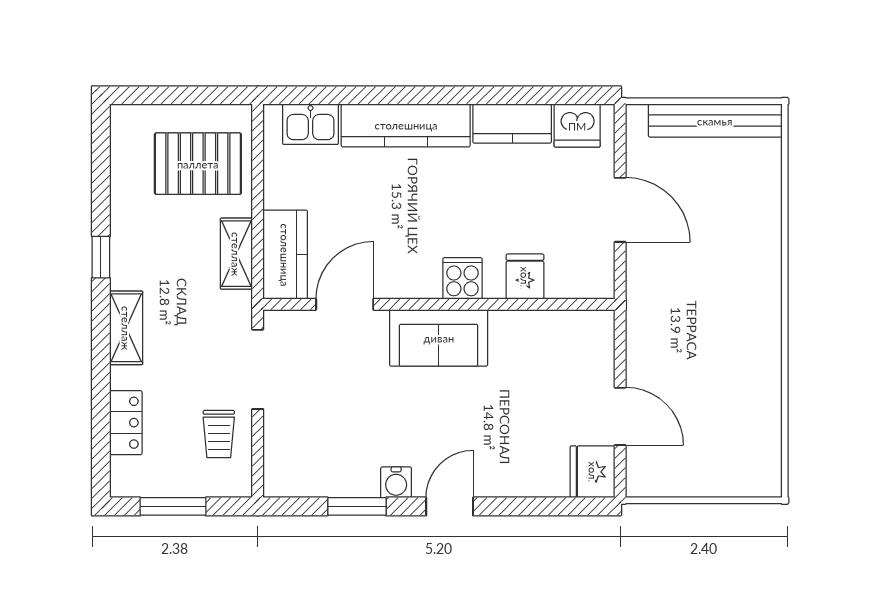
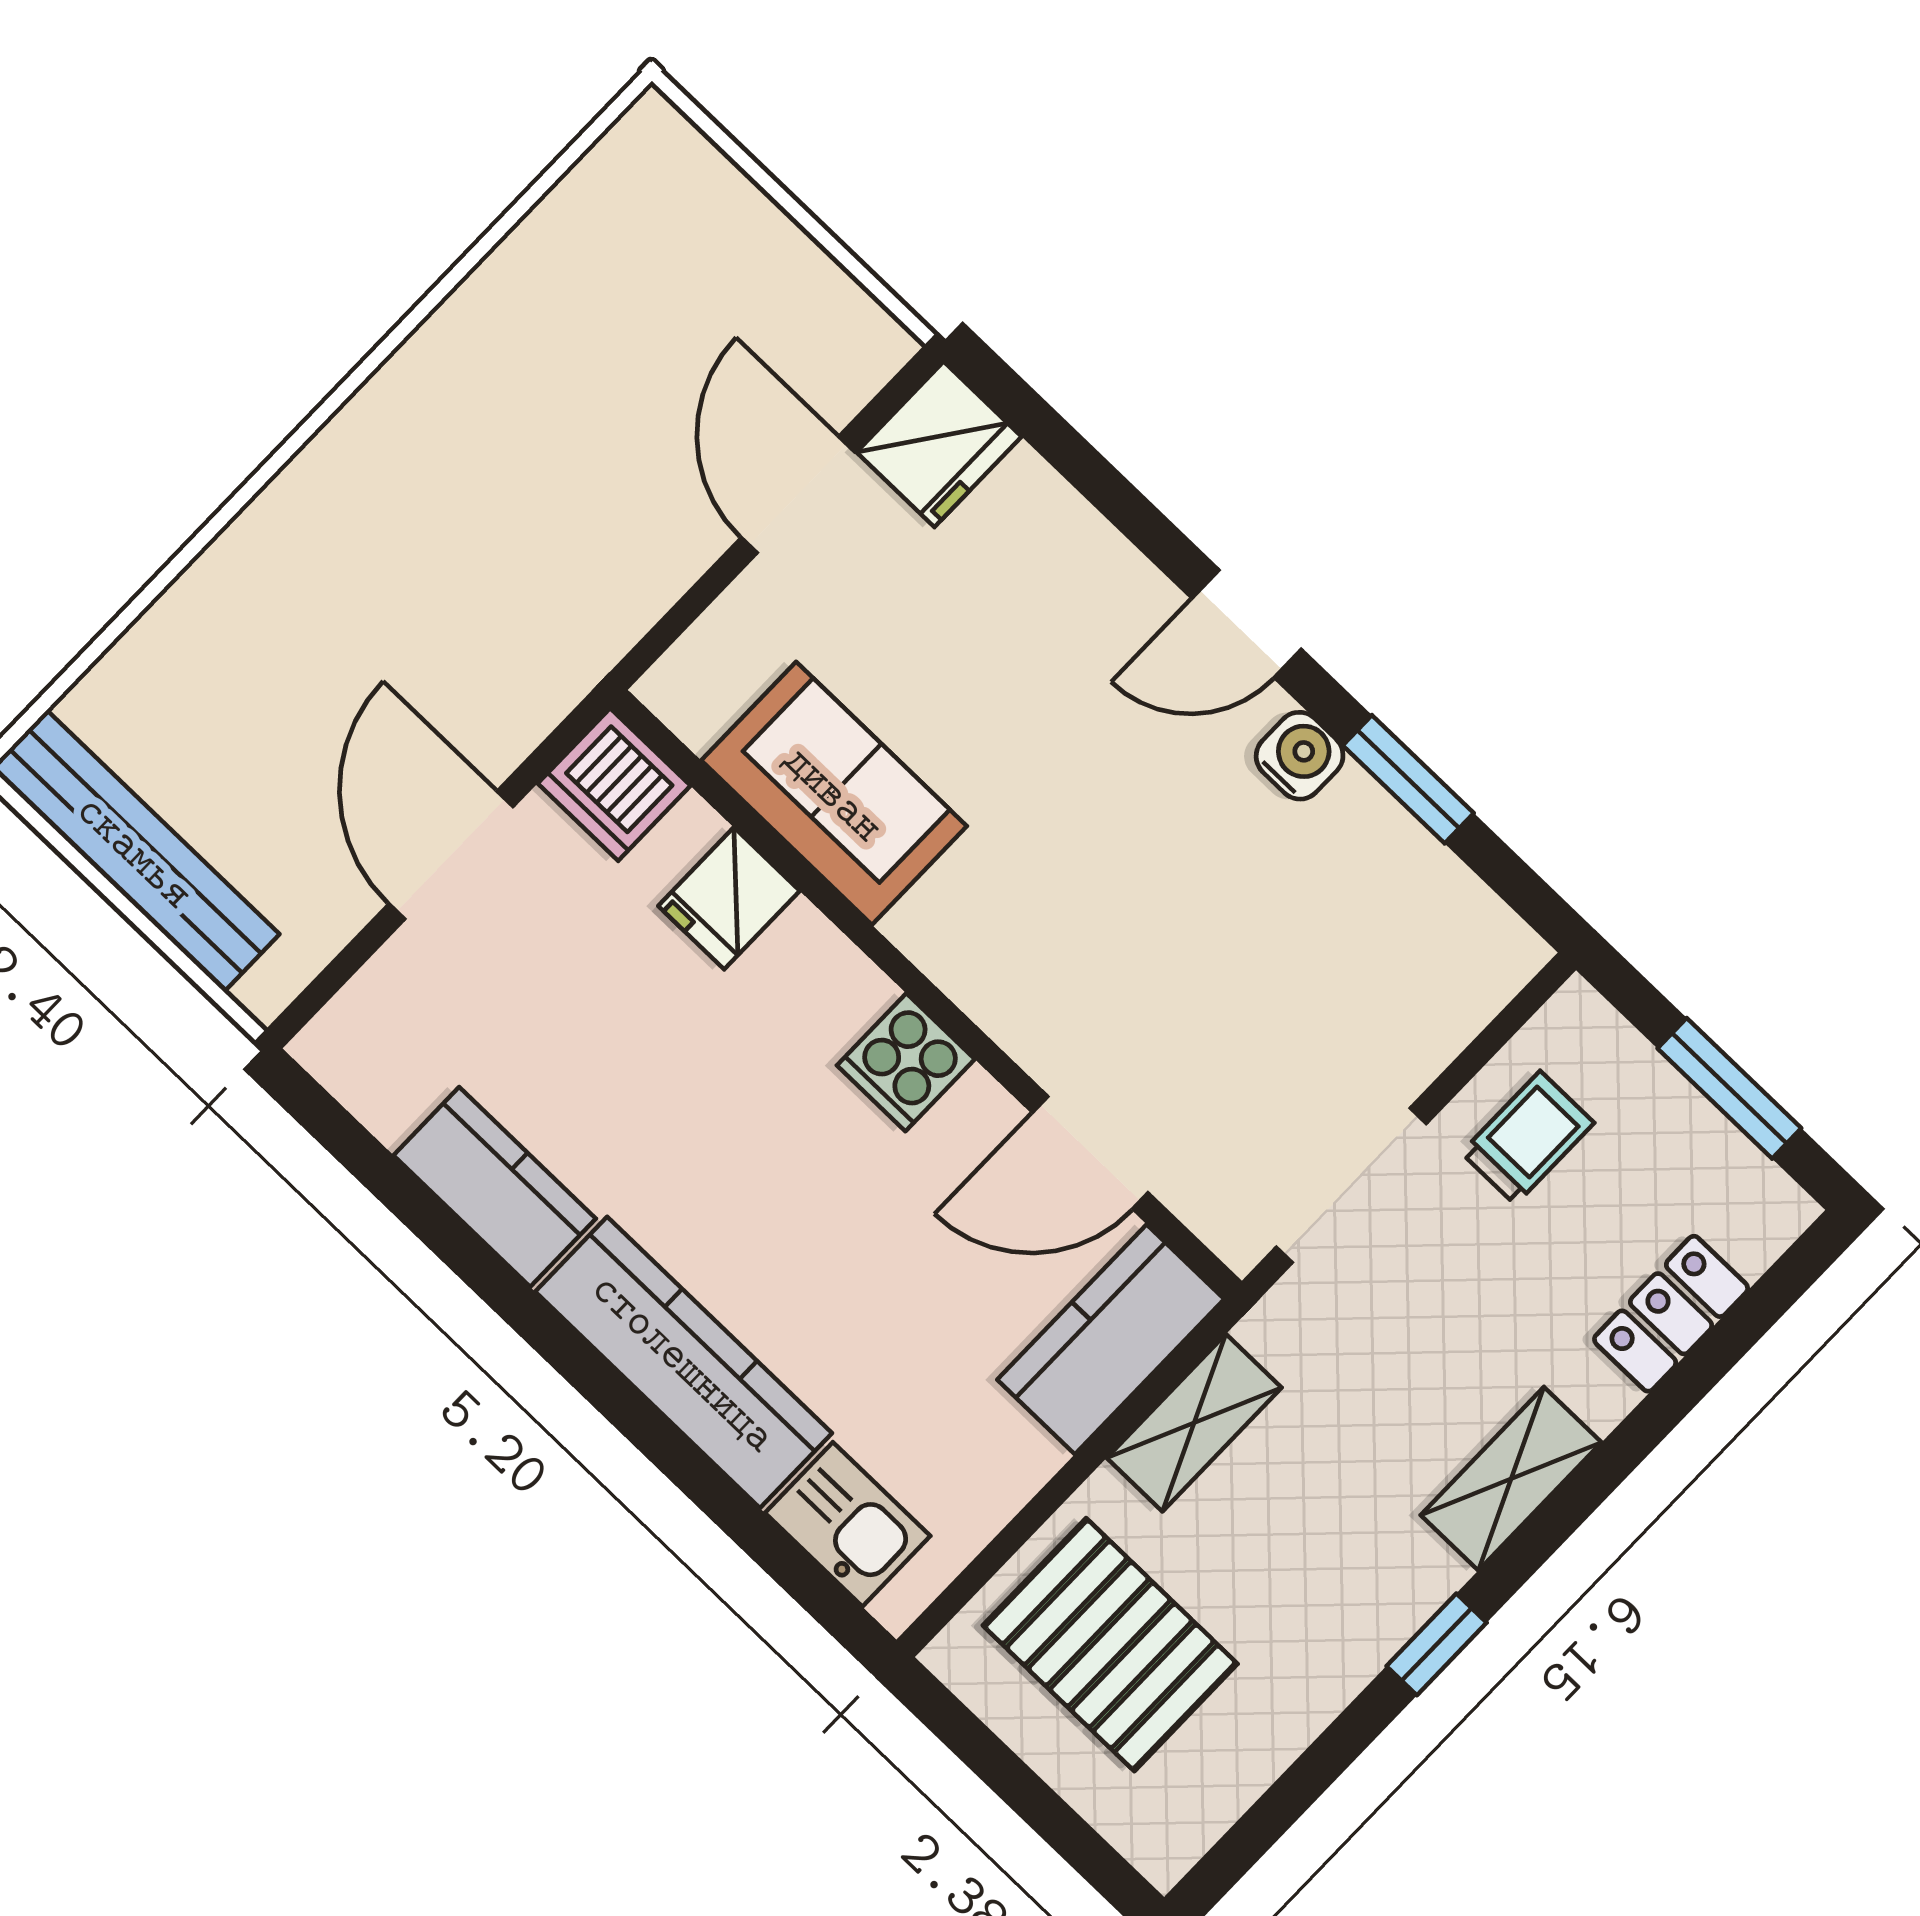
dishwasher: (577, 126) -> (614, 784), moved, turned 180
cooker: (462, 278) -> (906, 1062), moved
sofa: (439, 338) -> (834, 793), moved

